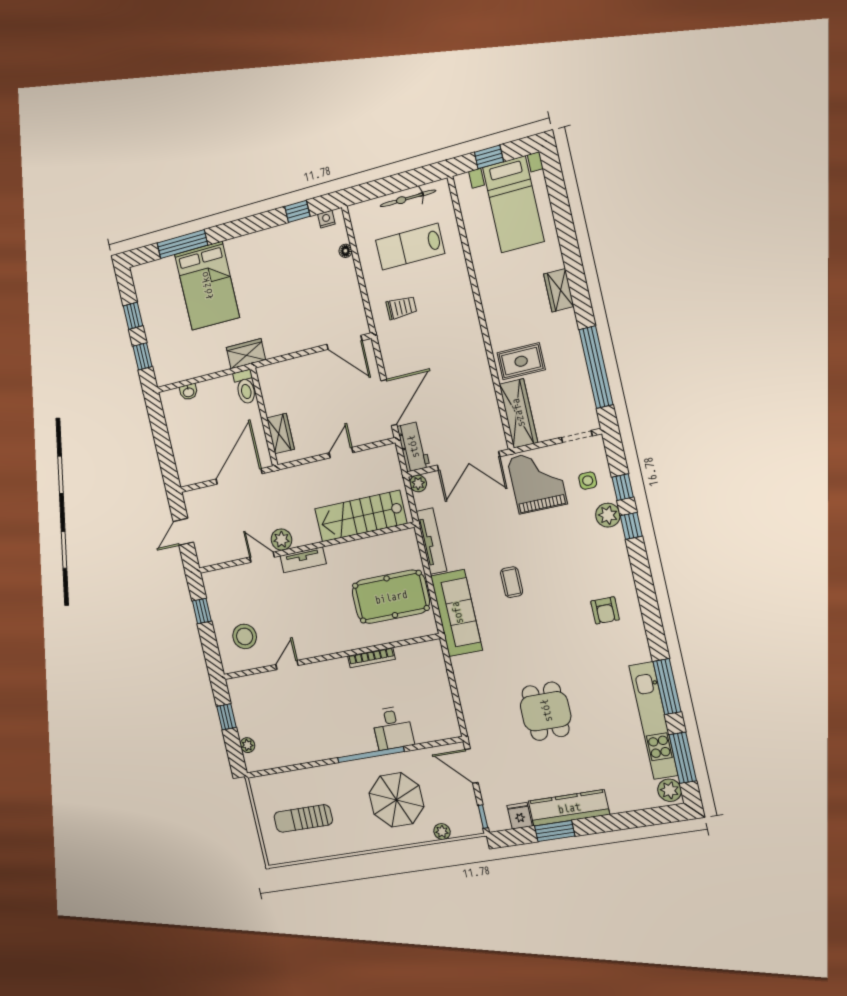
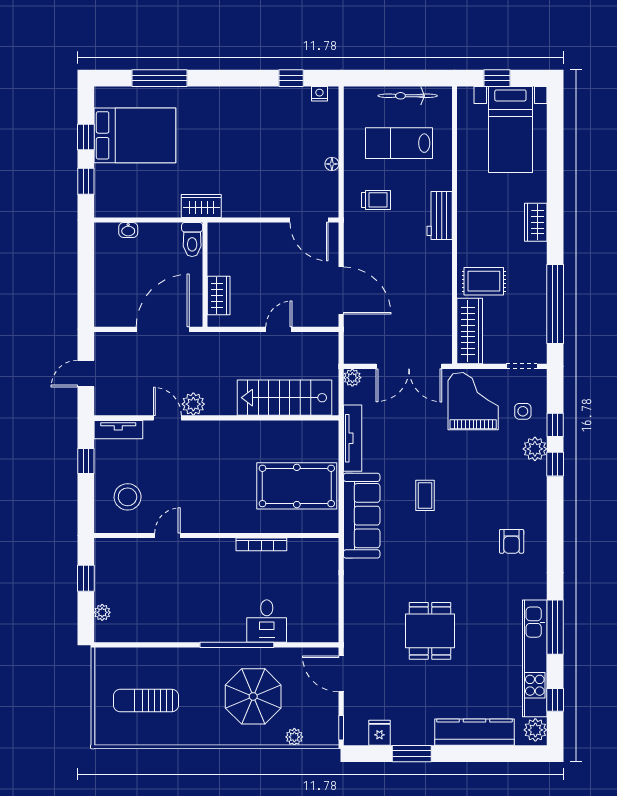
floor lamp: (345, 251) -> (332, 164), moved
bed: (207, 286) -> (135, 135), moved, turned -90
door: (389, 403) -> (341, 290), hinge flipped
workbench: (413, 447) -> (440, 216), moved, turned 180
tv unit: (303, 560) -> (118, 430), moved
window: (683, 758) -> (555, 700), width x0.46
kitchen counter: (569, 808) -> (475, 732), moved

